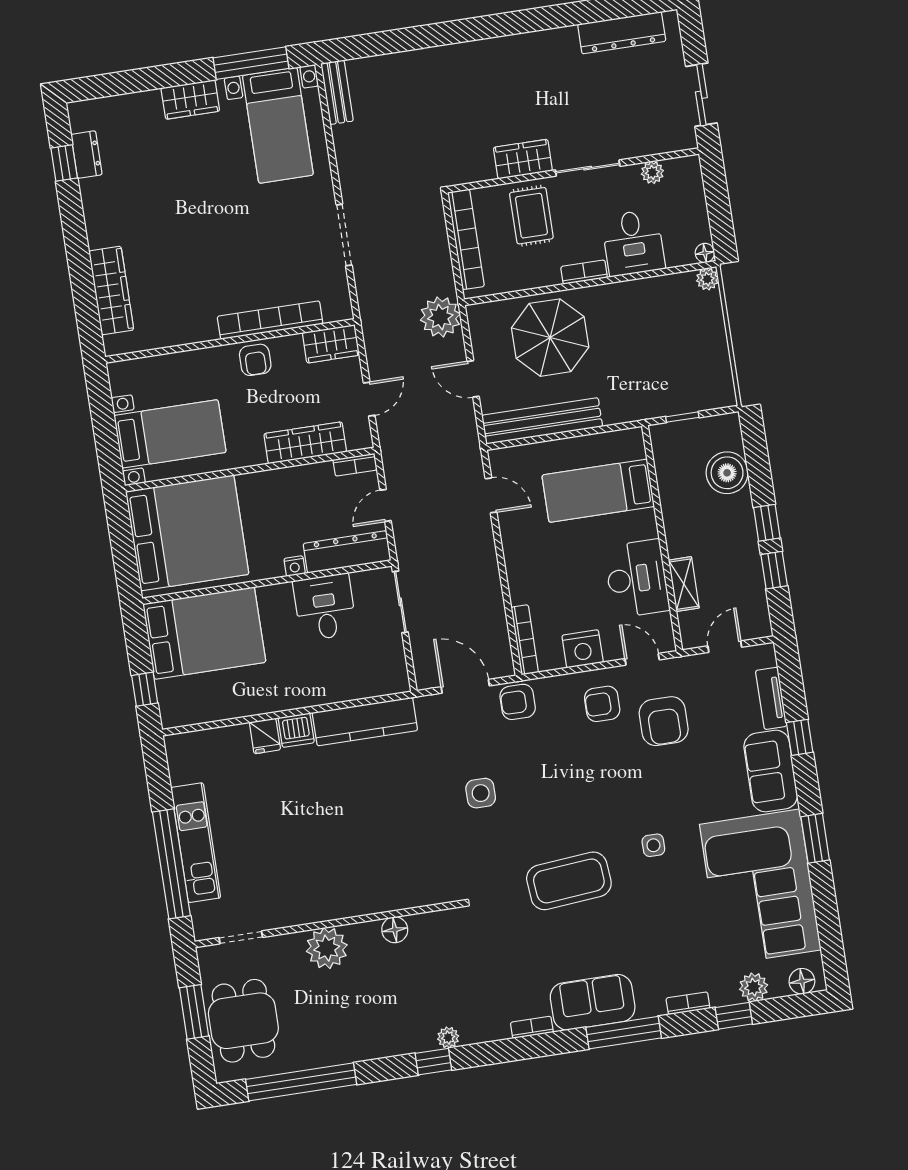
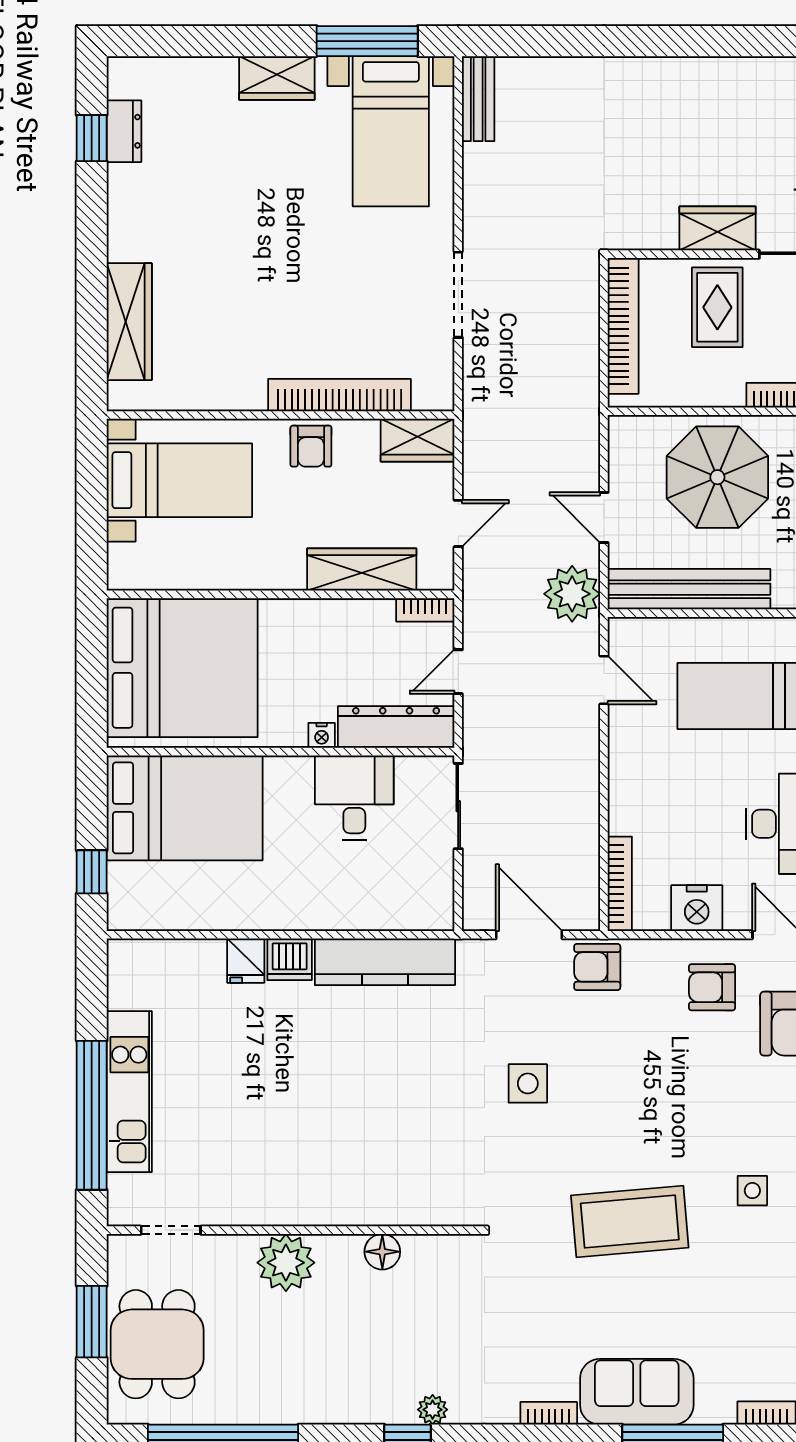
plant: (440, 317) -> (572, 594), moved
bed with nightstands: (170, 434) -> (179, 480), moved

